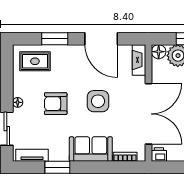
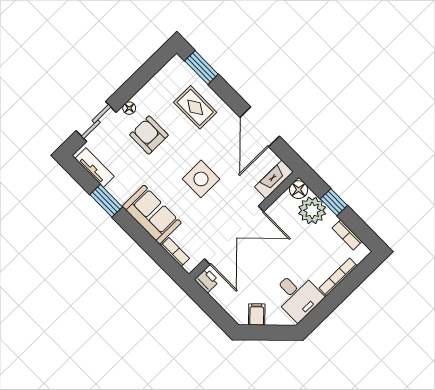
window: (55, 39) -> (201, 68), moved
rug: (35, 61) -> (195, 107), moved
armchair: (56, 104) -> (149, 135), moved

